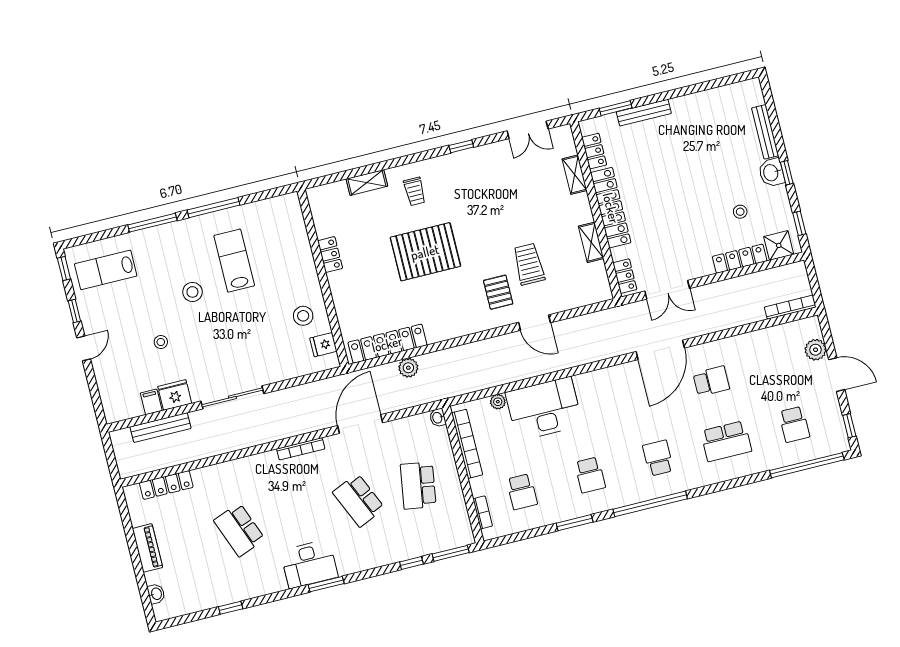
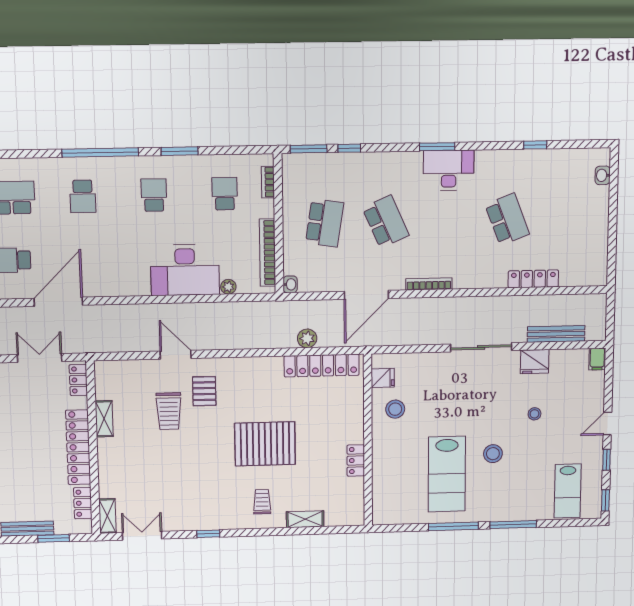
shelving: (575, 175) -> (107, 516), moved
lab bench: (234, 261) -> (447, 474), width x1.36, depth x1.39
lab bench: (106, 270) -> (568, 491), turned 90
filing cabinet: (151, 402) -> (597, 359), moved
locker: (166, 485) -> (533, 279), moved
piano: (147, 548) -> (599, 222), removed

